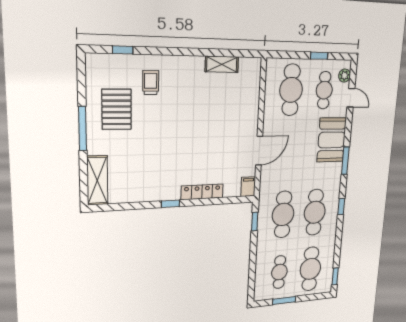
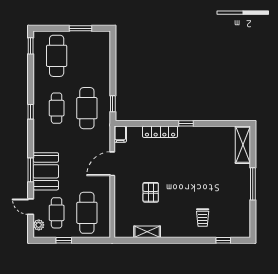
pallet: (117, 109) -> (151, 192), moved, width x0.67, depth x0.71
window: (345, 161) -> (31, 170), moved
cafe table: (315, 212) -> (57, 108), width x0.73, depth x0.74
cafe table: (279, 272) -> (87, 56), removed

